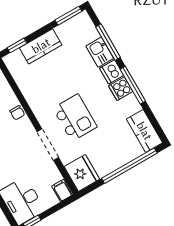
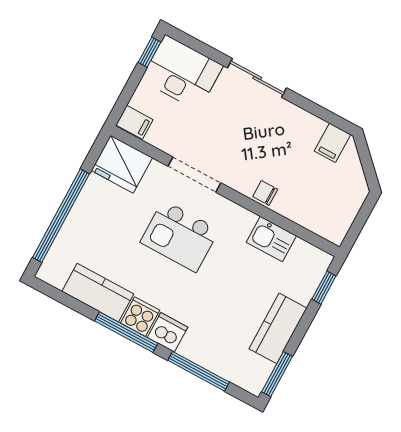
kitchen counter: (41, 46) -> (278, 328), moved
kitchen sink: (100, 52) -> (271, 239), moved, turned 180
kitchen counter: (144, 131) -> (98, 293), moved

